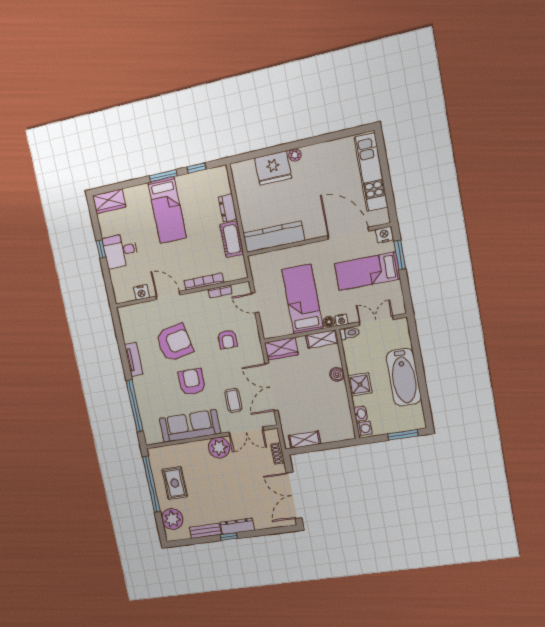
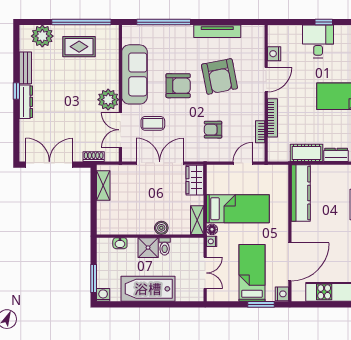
toilet: (349, 333) -> (165, 246), moved
tv unit: (134, 359) -> (217, 31), width x1.41
washing machine: (364, 428) -> (103, 295), moved, turned 180

